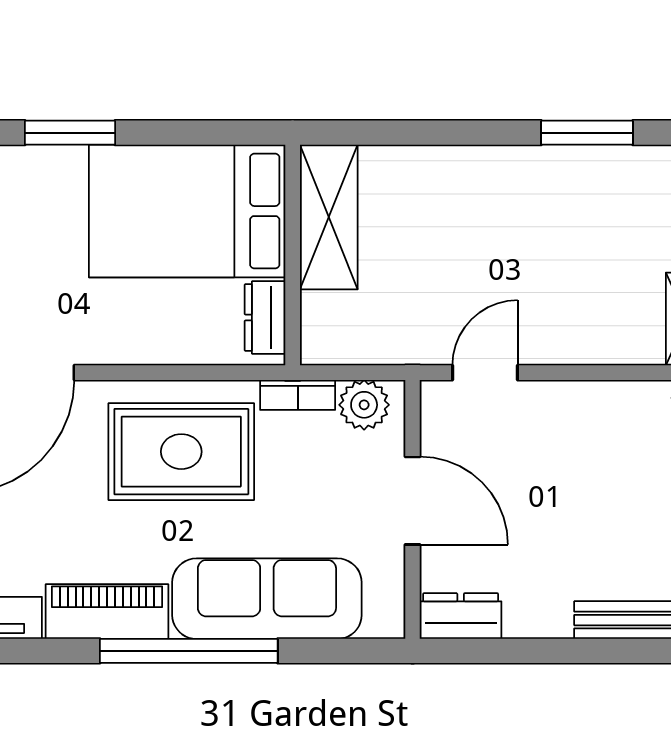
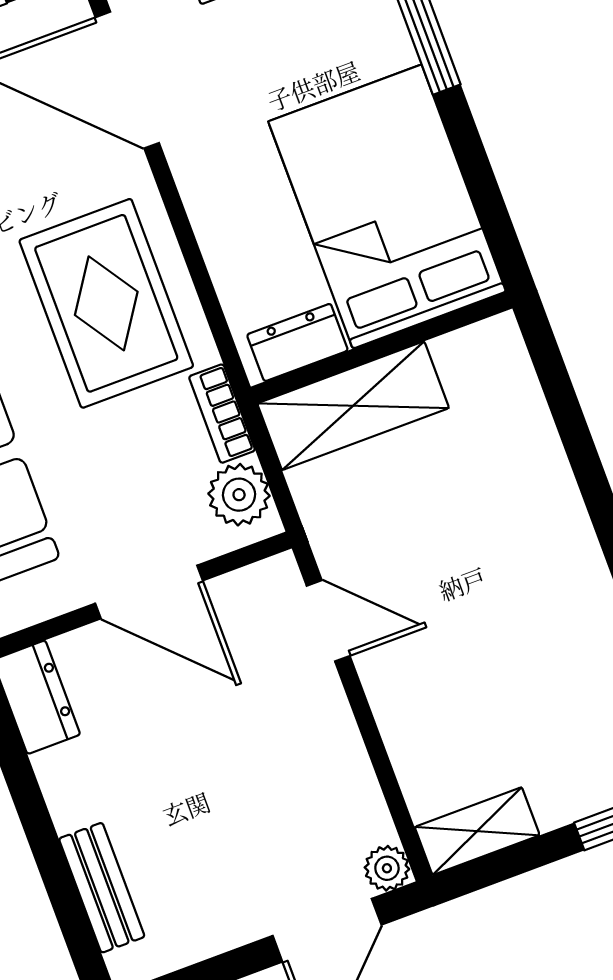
shelving: (329, 217) -> (353, 406), moved
door: (413, 501) -> (149, 592), hinge flipped

